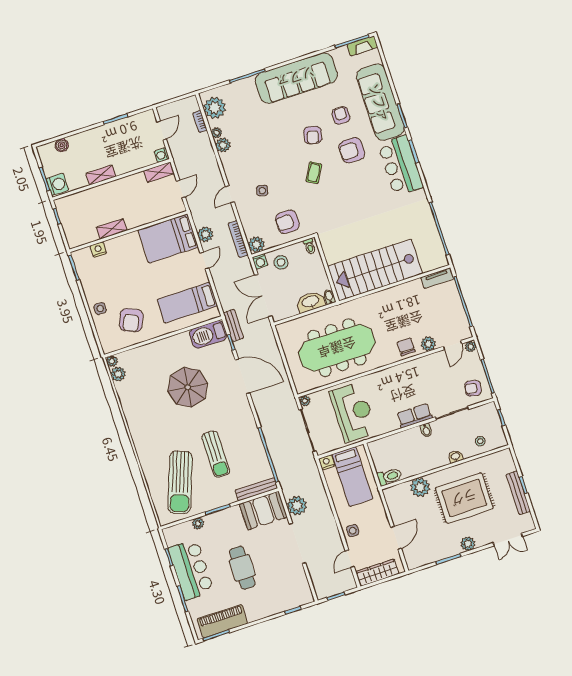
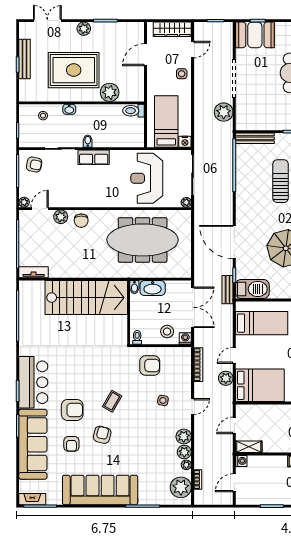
plant: (256, 244) -> (184, 436), moved
booth: (263, 511) -> (255, 35), moved

